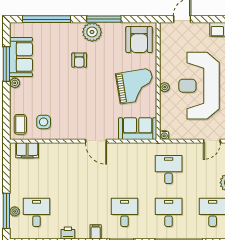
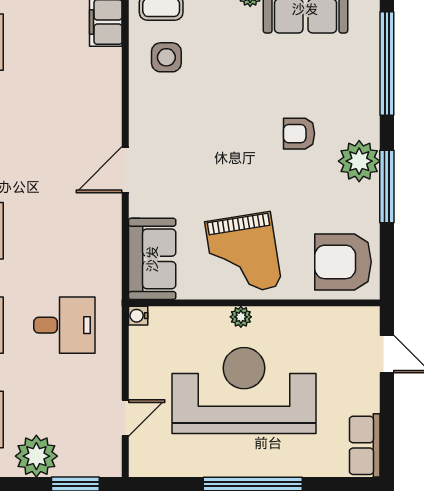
door: (212, 141) -> (125, 418), swing flipped

